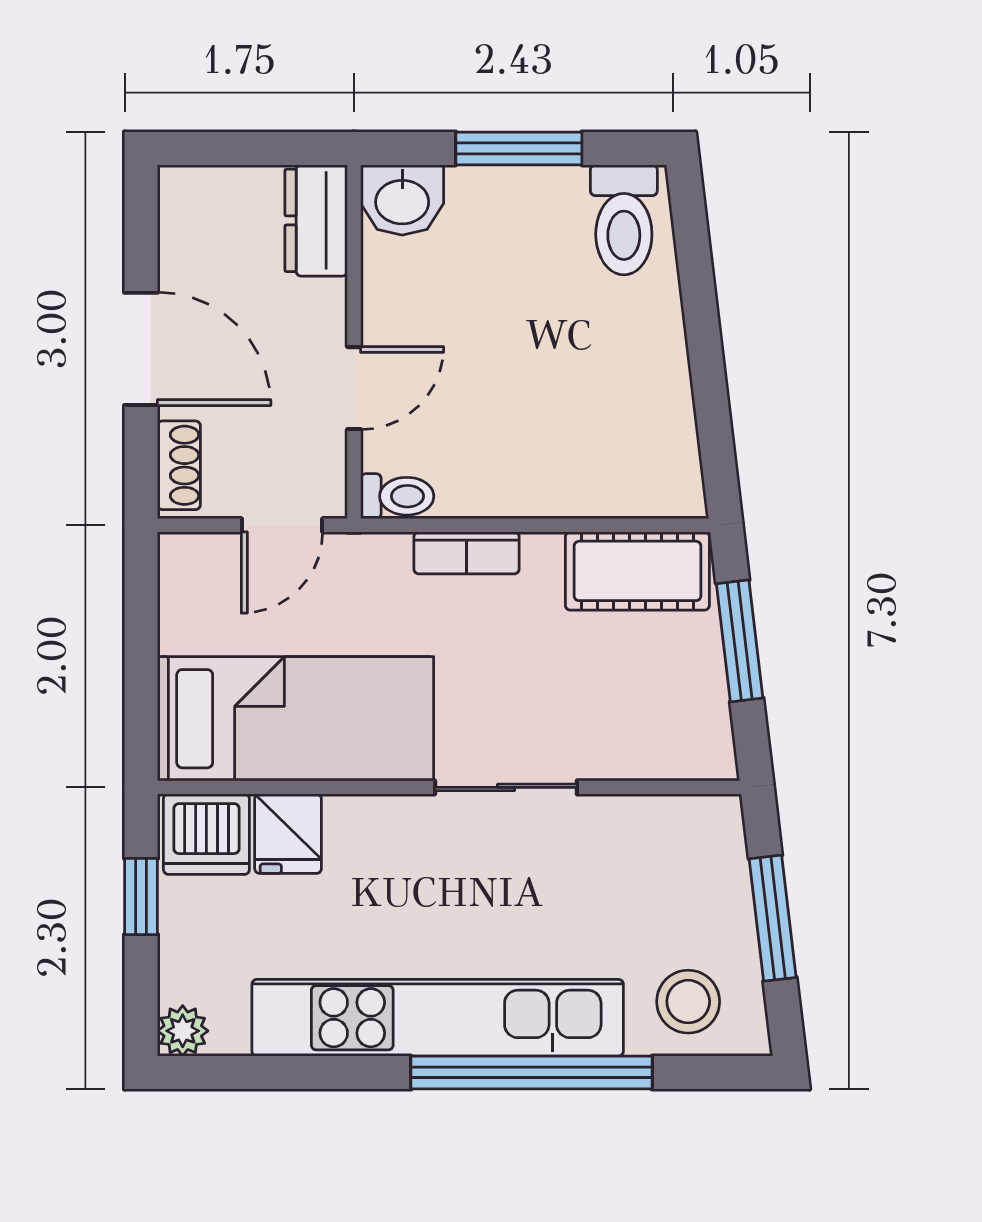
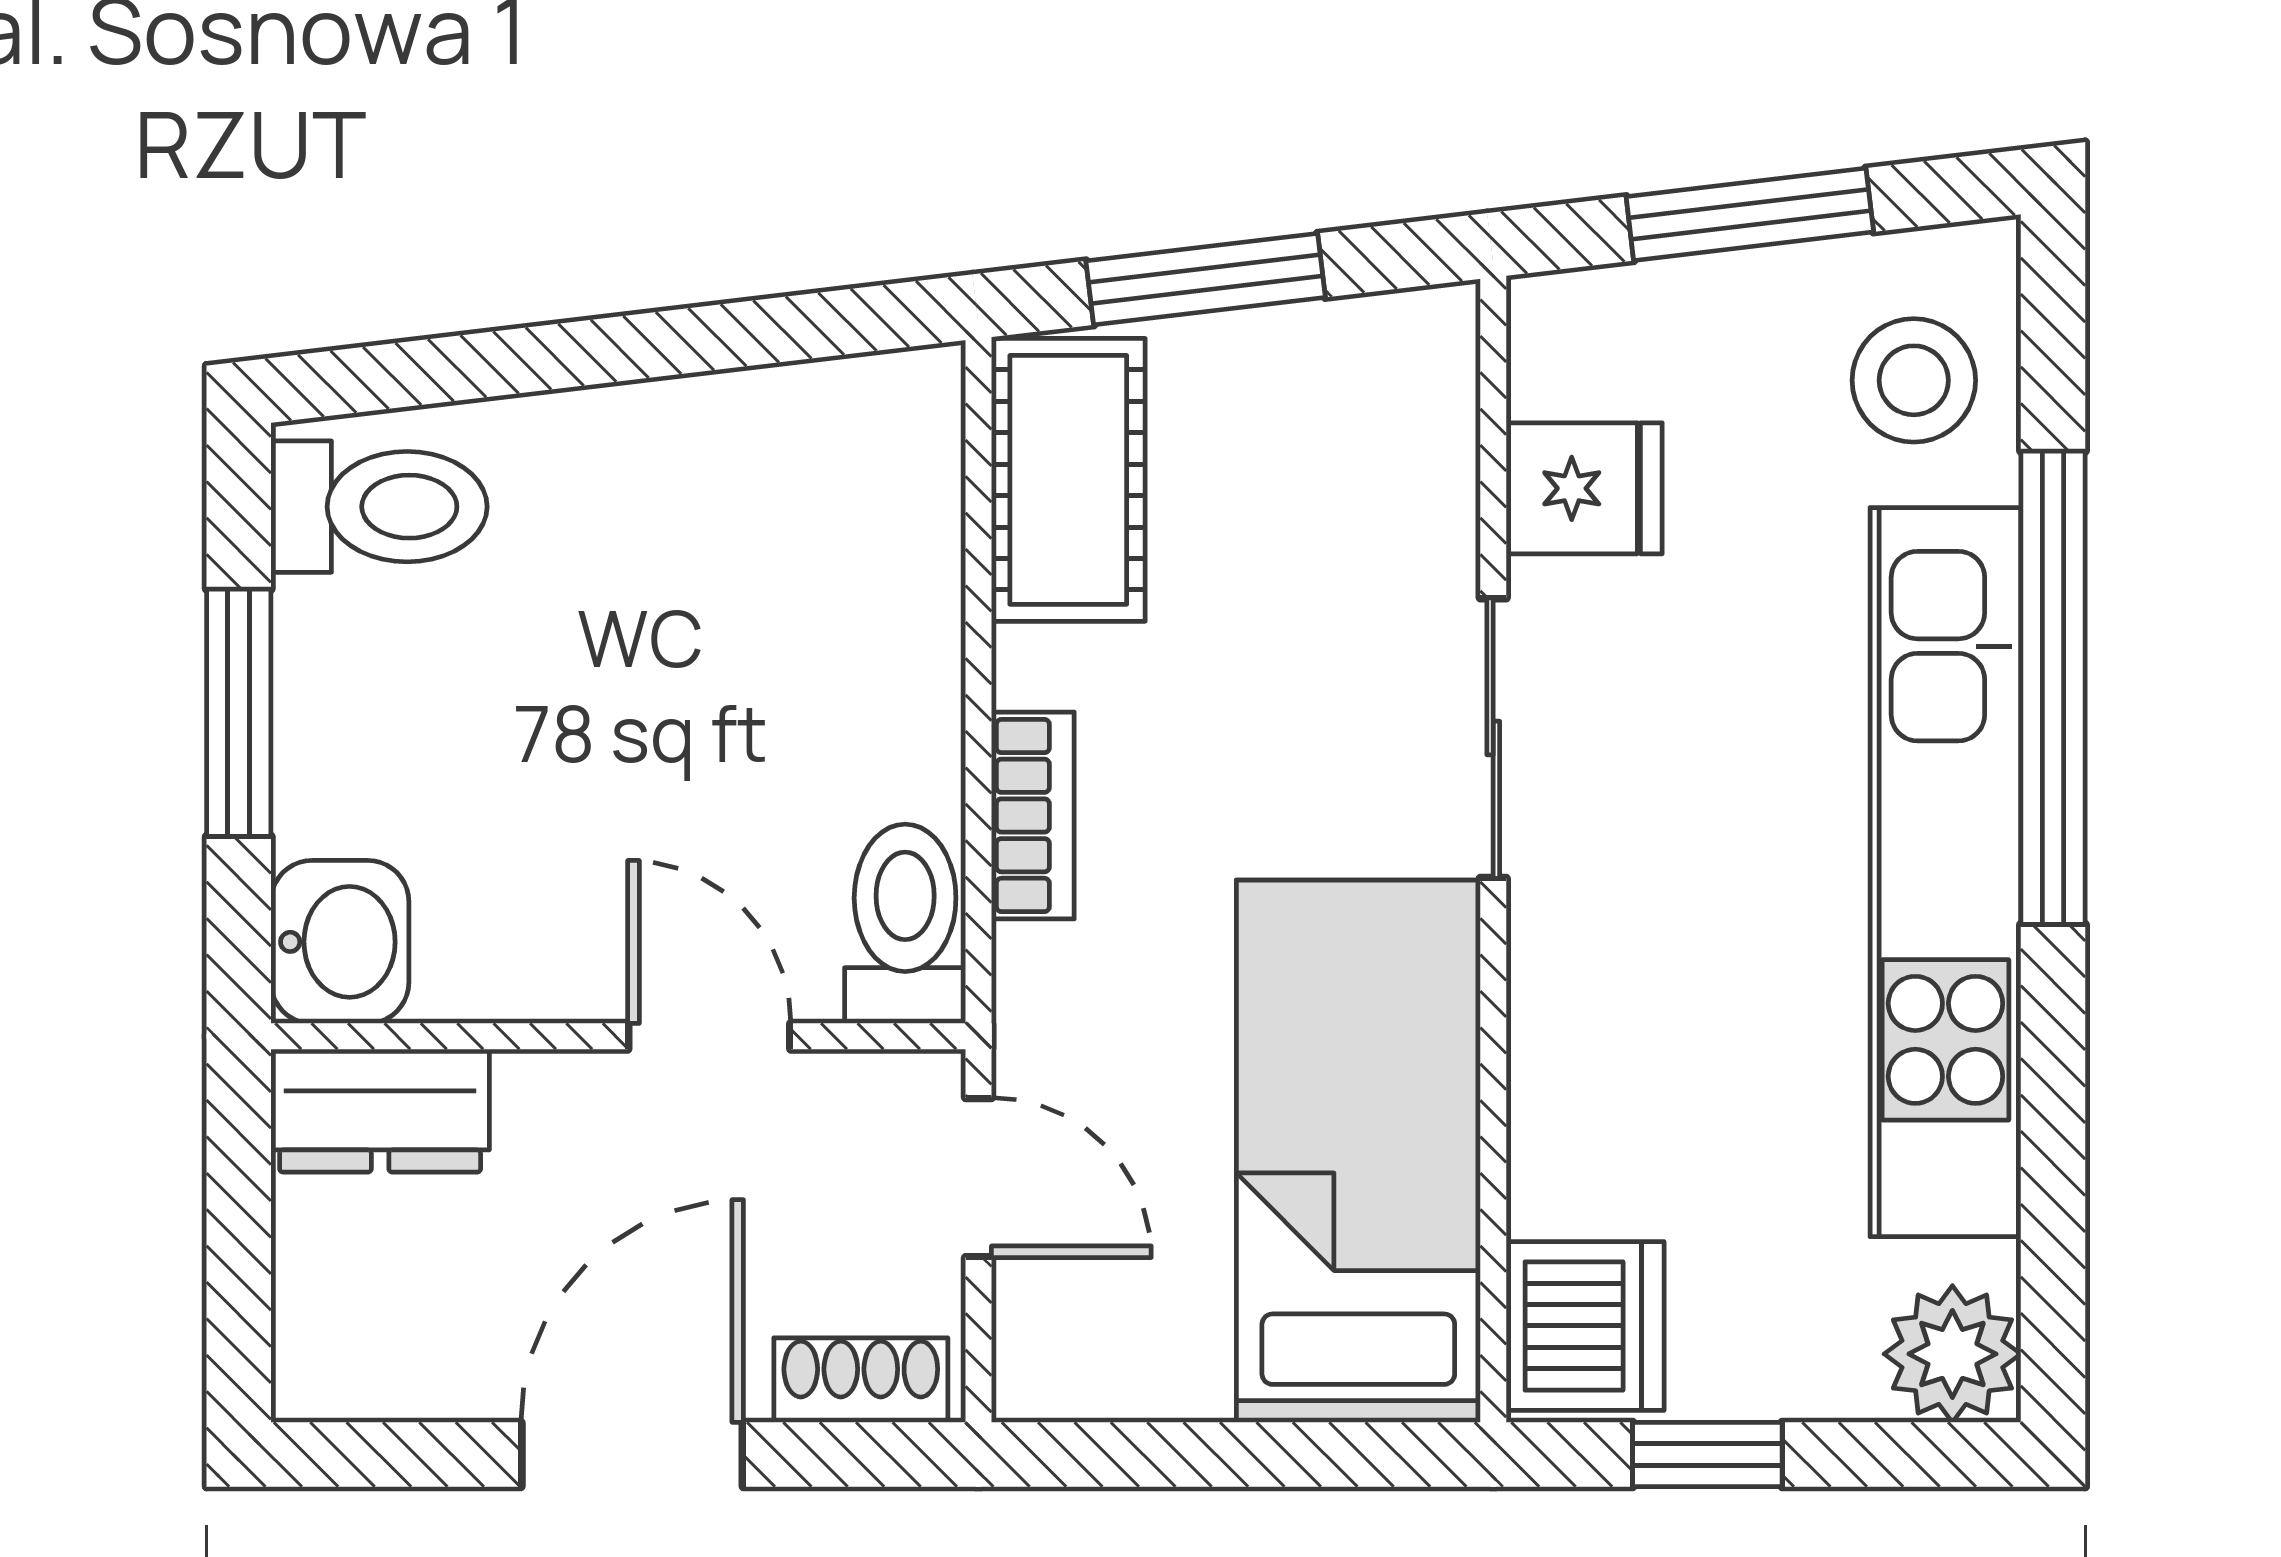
toilet: (397, 496) -> (905, 924), width x1.37, depth x1.39
fridge: (288, 834) -> (1584, 488), moved
plant: (183, 1031) -> (1952, 1354), width x1.38, depth x1.38

